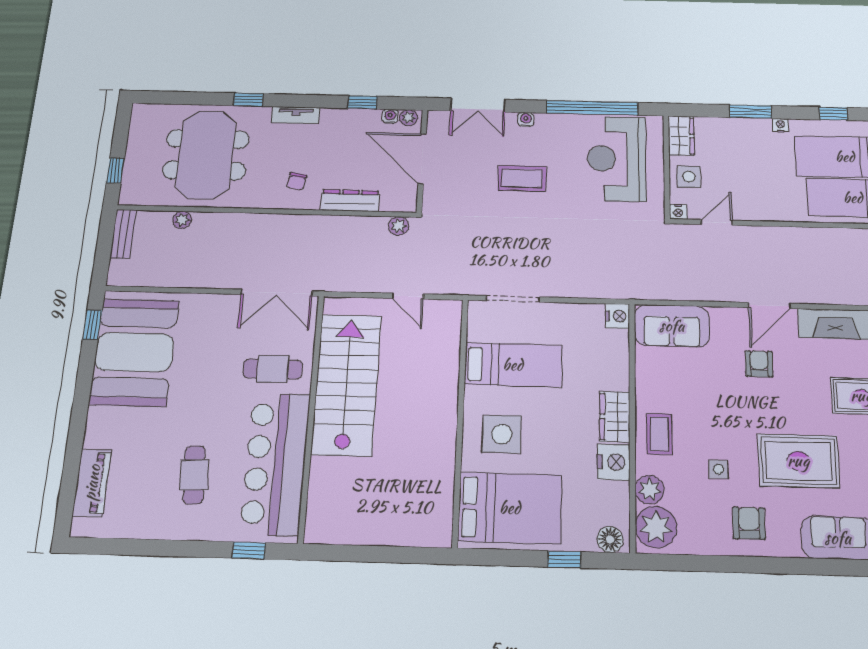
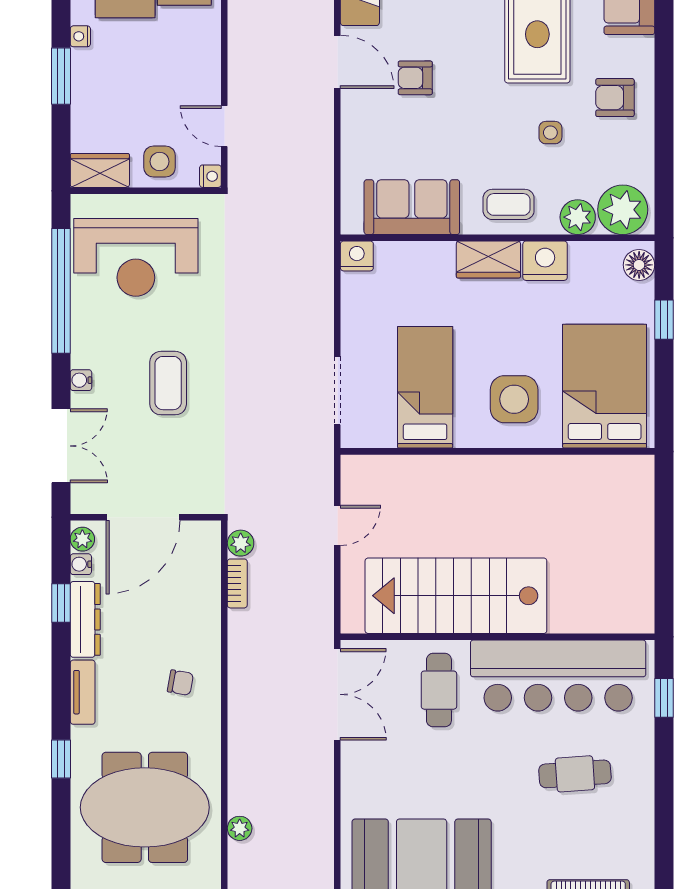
dresser: (350, 201) -> (85, 619), moved, turned 180
bookcase: (368, 223) -> (237, 583), added
sofa: (672, 326) -> (412, 207), moved, turned -90

